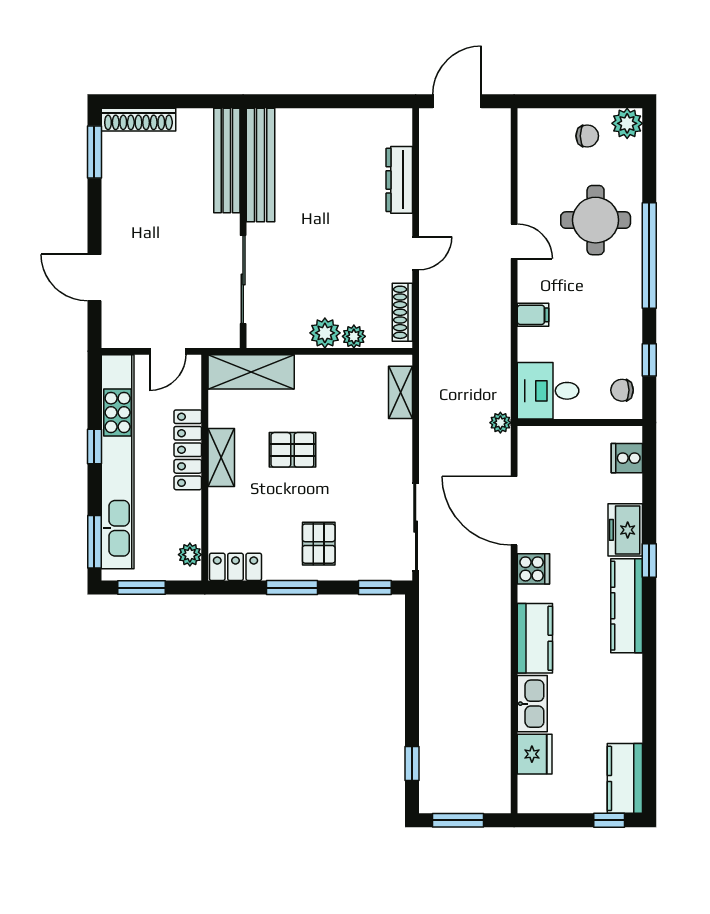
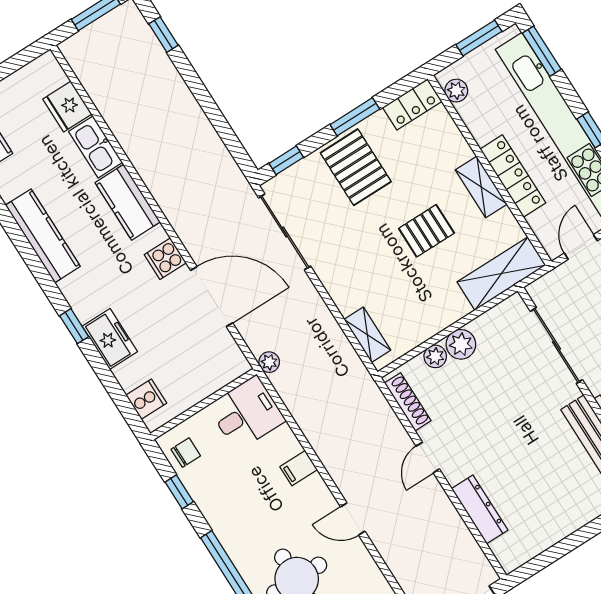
pallet: (319, 544) -> (356, 167), width x1.50, depth x1.42
kitchen counter: (627, 606) -> (43, 236), moved

